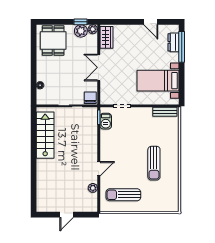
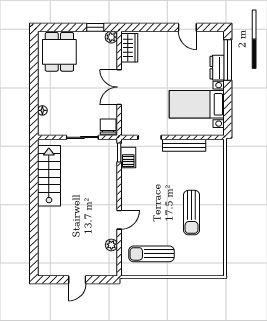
plant: (81, 31) -> (96, 39), removed
dresser: (174, 42) -> (217, 68), moved
bench: (165, 112) -> (184, 145), moved, width x1.36

